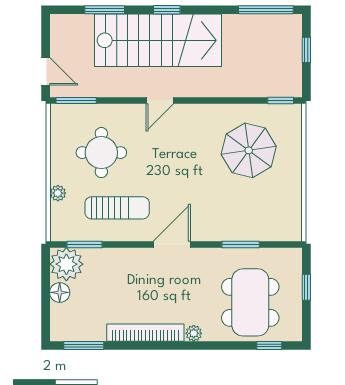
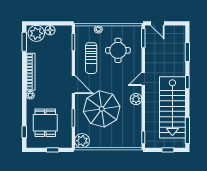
stairs: (158, 40) -> (172, 107), moved
door: (46, 71) -> (157, 23), hinge flipped
door: (160, 100) -> (143, 79), hinge flipped
plant: (202, 115) -> (136, 99), added
parasol: (249, 150) -> (102, 109), moved, width x1.36, depth x1.36
plant: (287, 226) -> (82, 141), added
plant: (66, 264) -> (36, 33), moved
dining table: (250, 302) -> (45, 123), width x0.73

